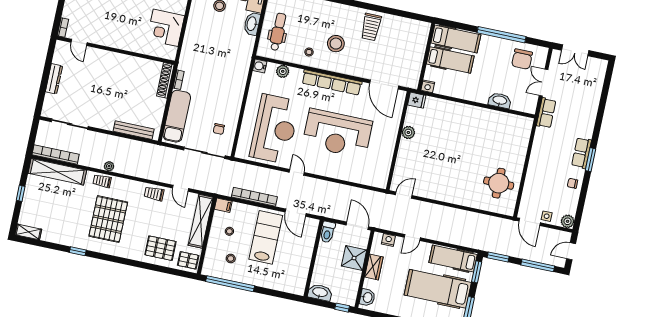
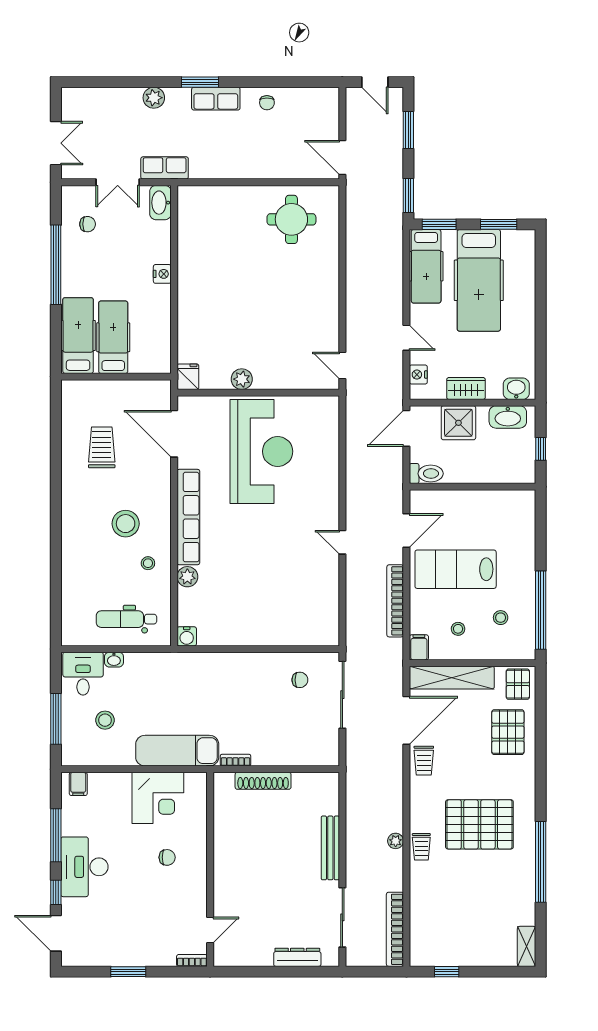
washbasin: (252, 24) -> (114, 660), width x0.52, depth x0.69
chair: (128, 26) -> (167, 857), added
trolley: (371, 27) -> (102, 447), moved, turned -90
chair: (522, 59) -> (88, 224), width x0.54, depth x0.54
plant: (283, 71) -> (187, 577), moved
dresser: (54, 79) -> (297, 957), moved
shoe rack: (165, 80) -> (263, 781), moved
door: (384, 84) -> (174, 434), swing flipped
nightstand: (428, 86) -> (162, 274), moved
washbasin: (500, 100) -> (160, 203), moved
exam couch: (177, 116) -> (177, 751), moved
reception desk: (275, 129) -> (281, 592), removed
bench: (134, 130) -> (330, 848), moved
reception desk: (337, 133) -> (261, 451), moved
window: (591, 160) -> (200, 82), moved
shelving: (57, 172) -> (422, 921), removed
door: (297, 172) -> (342, 542), hinge flipped
door: (181, 188) -> (406, 720), width x1.88
window: (21, 193) -> (447, 972), moved
side table: (547, 216) -> (328, 133), removed
plant: (568, 221) -> (154, 98), moved
door: (530, 222) -> (342, 157), swing flipped
window: (78, 251) -> (541, 862), width x3.17
window: (538, 265) -> (408, 130), width x0.69
washbasin: (320, 292) -> (508, 417), moved, turned -90
window: (342, 308) -> (541, 449), moved

